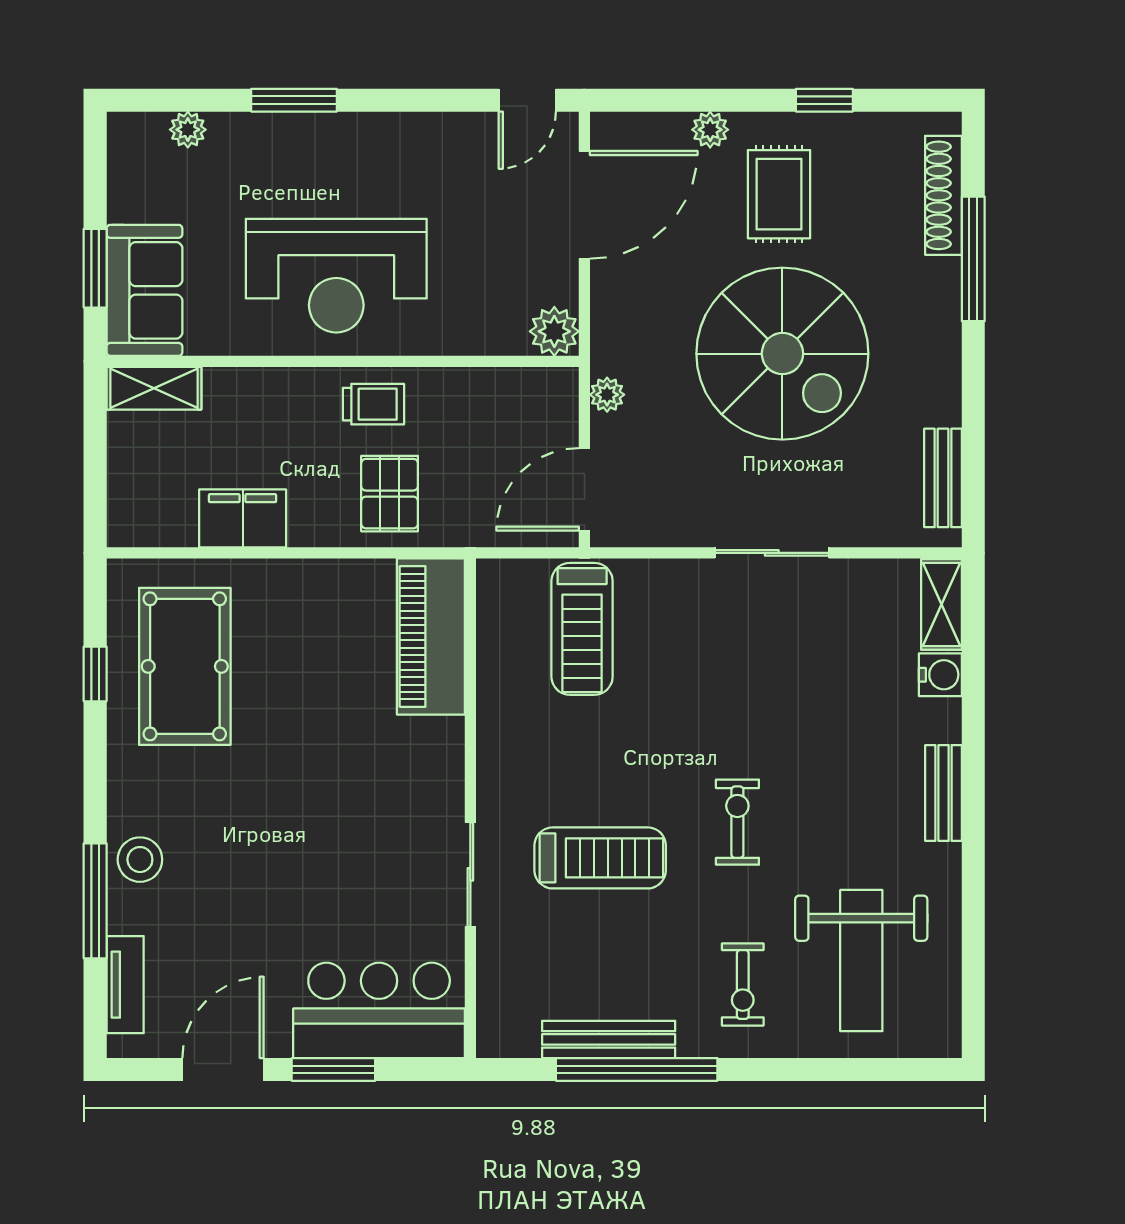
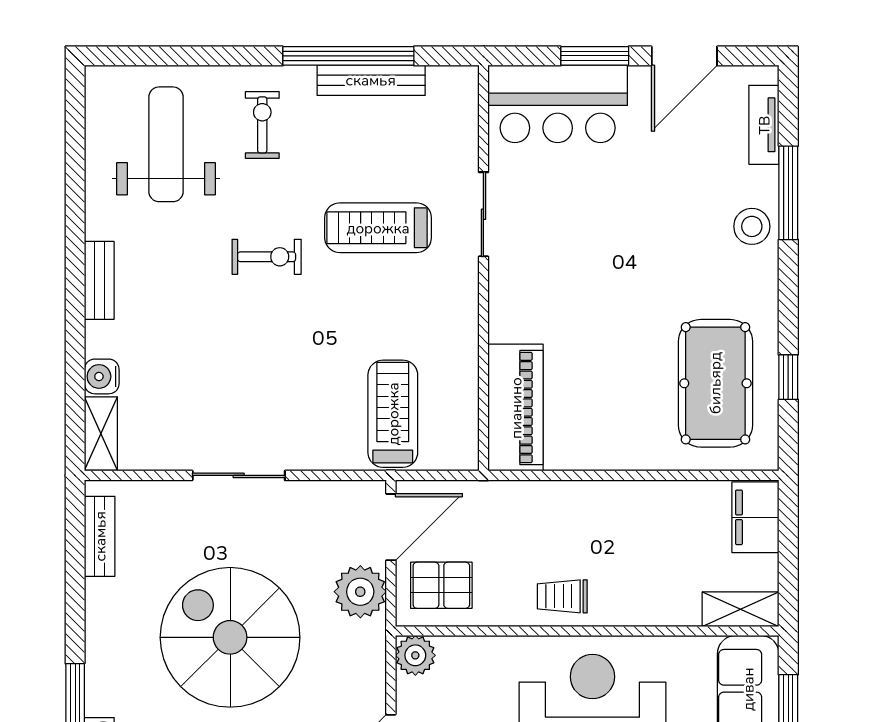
plant: (607, 395) -> (360, 592), width x1.87, depth x1.87
pallet: (390, 494) -> (441, 585), moved, turned 90
filing cabinet: (243, 518) -> (755, 517), moved, turned 90
exercise bike: (737, 822) -> (267, 257), turned -90

